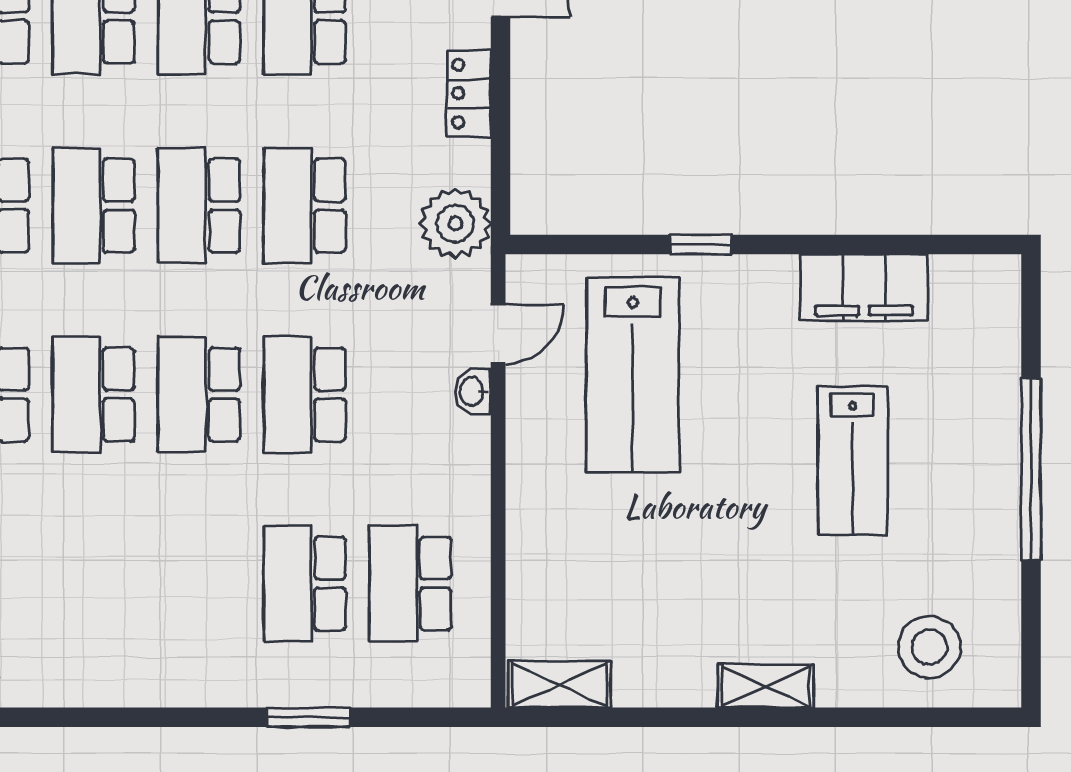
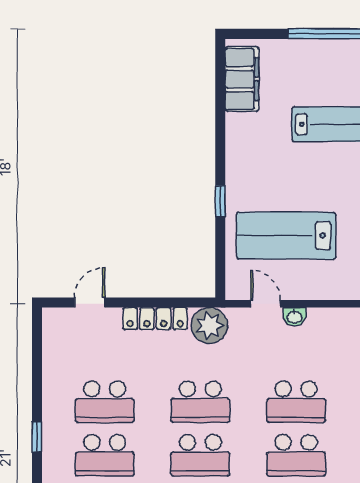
locker: (469, 94) -> (155, 318), width x1.53
filing cabinet: (864, 287) -> (242, 79), moved
lab bench: (633, 375) -> (286, 236), turned 180

